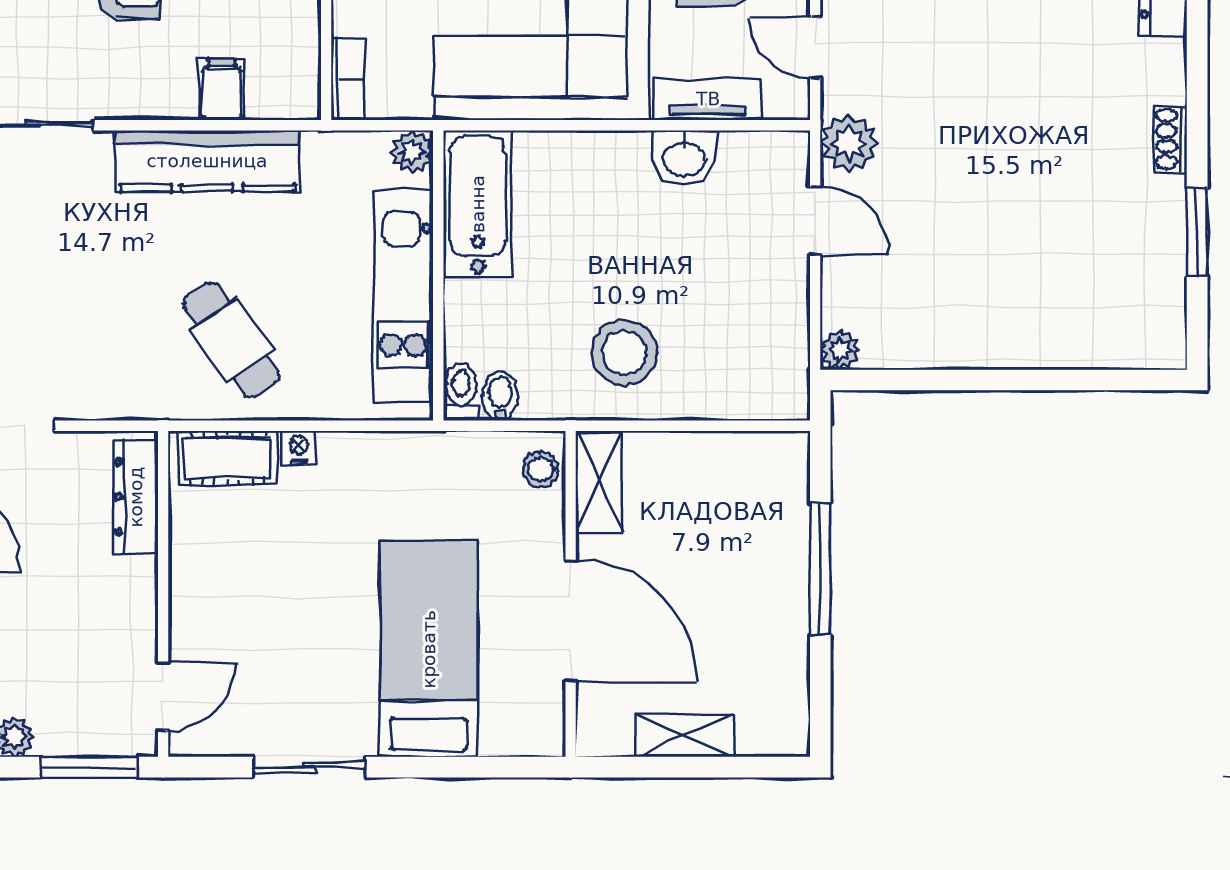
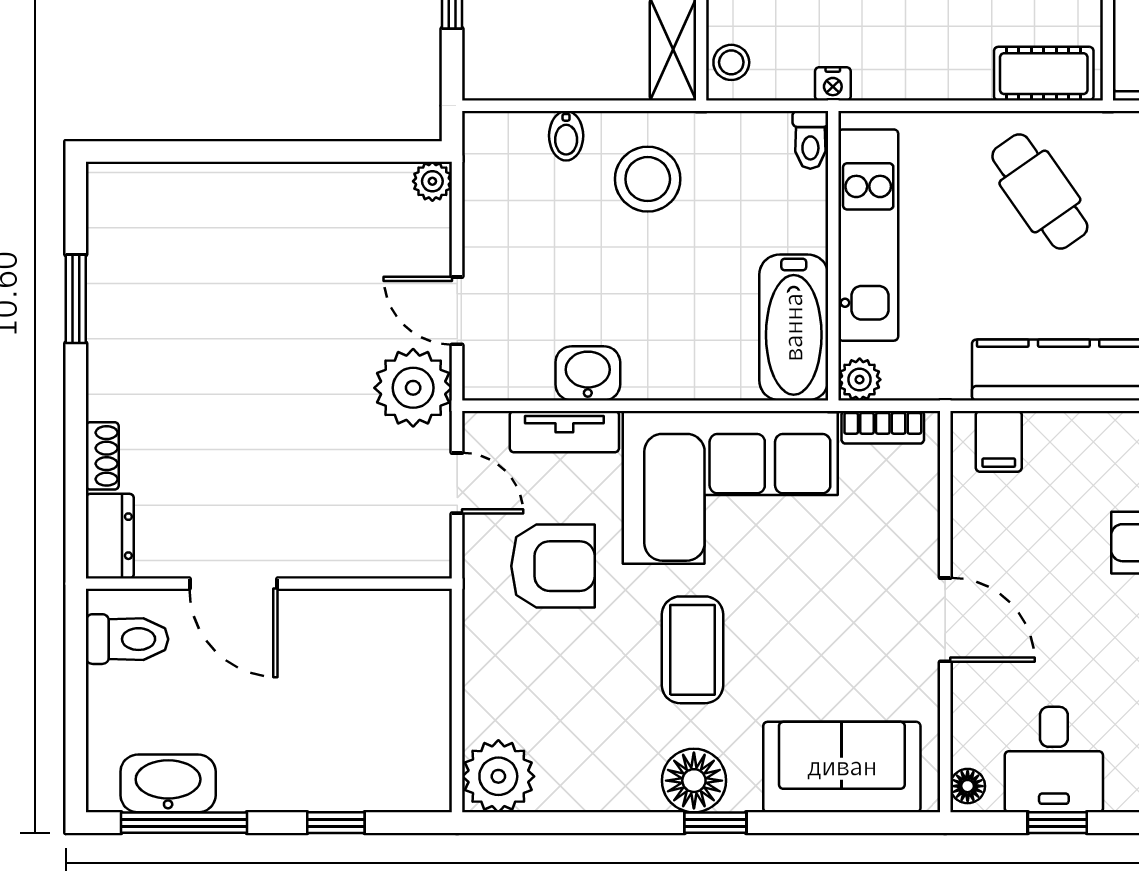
bookcase: (348, 79) -> (883, 427), moved, turned -90
filing cabinet: (222, 90) -> (999, 441), moved
shoe rack: (1170, 139) -> (102, 456), moved
plant: (849, 143) -> (413, 388), width x1.36, depth x1.36
bidet: (500, 396) -> (566, 136), moved
nightstand: (299, 448) -> (833, 84), moved

